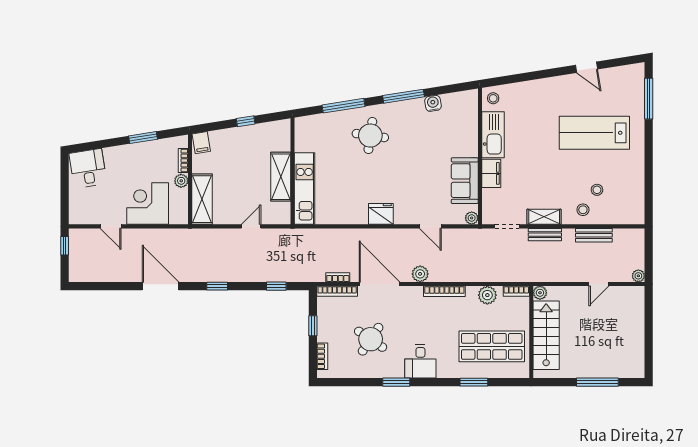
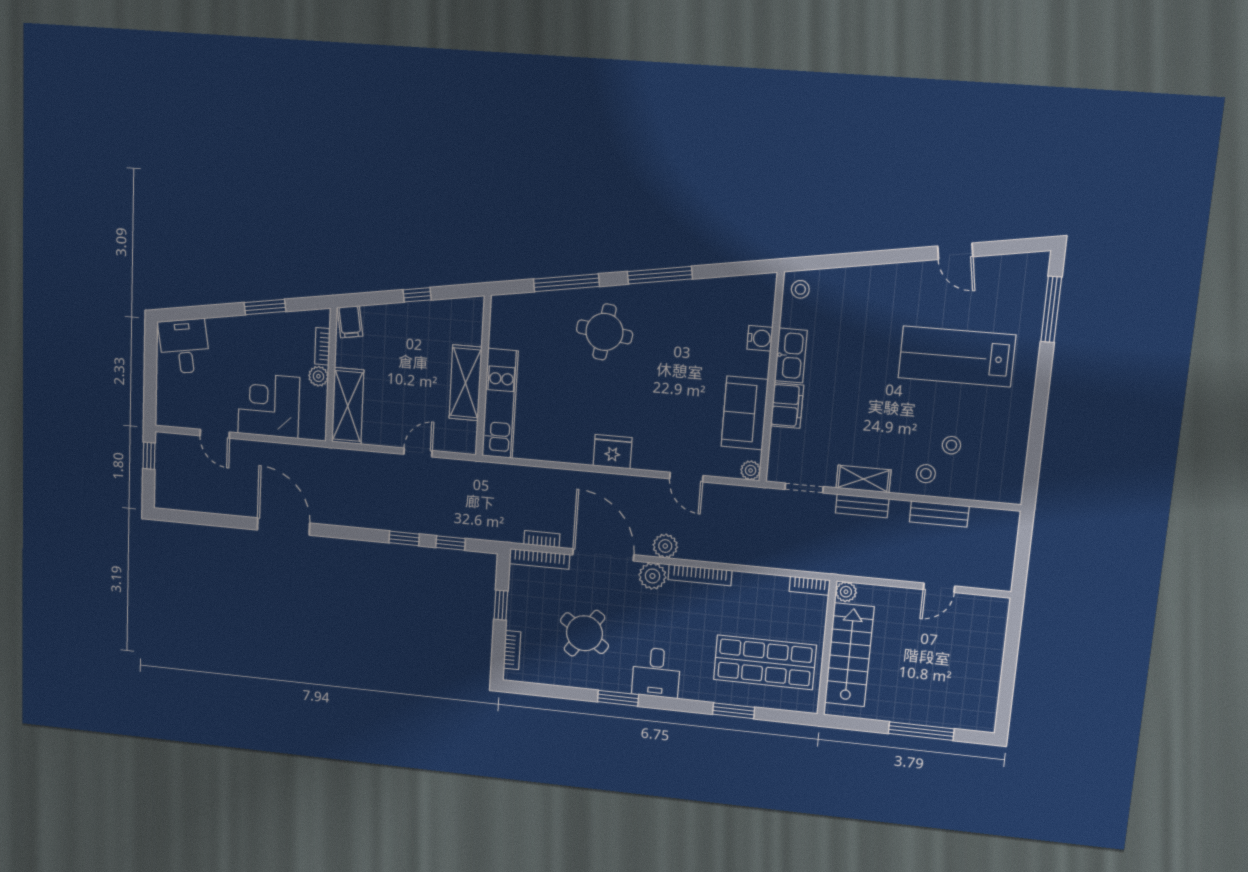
water cooler: (433, 103) -> (760, 338), moved, turned 99
kitchen sink: (493, 135) -> (791, 356), width x0.73, depth x0.81
plant: (638, 276) -> (1003, 582), removed
window: (217, 286) -> (404, 538), moved
plant: (487, 295) -> (652, 576), moved

